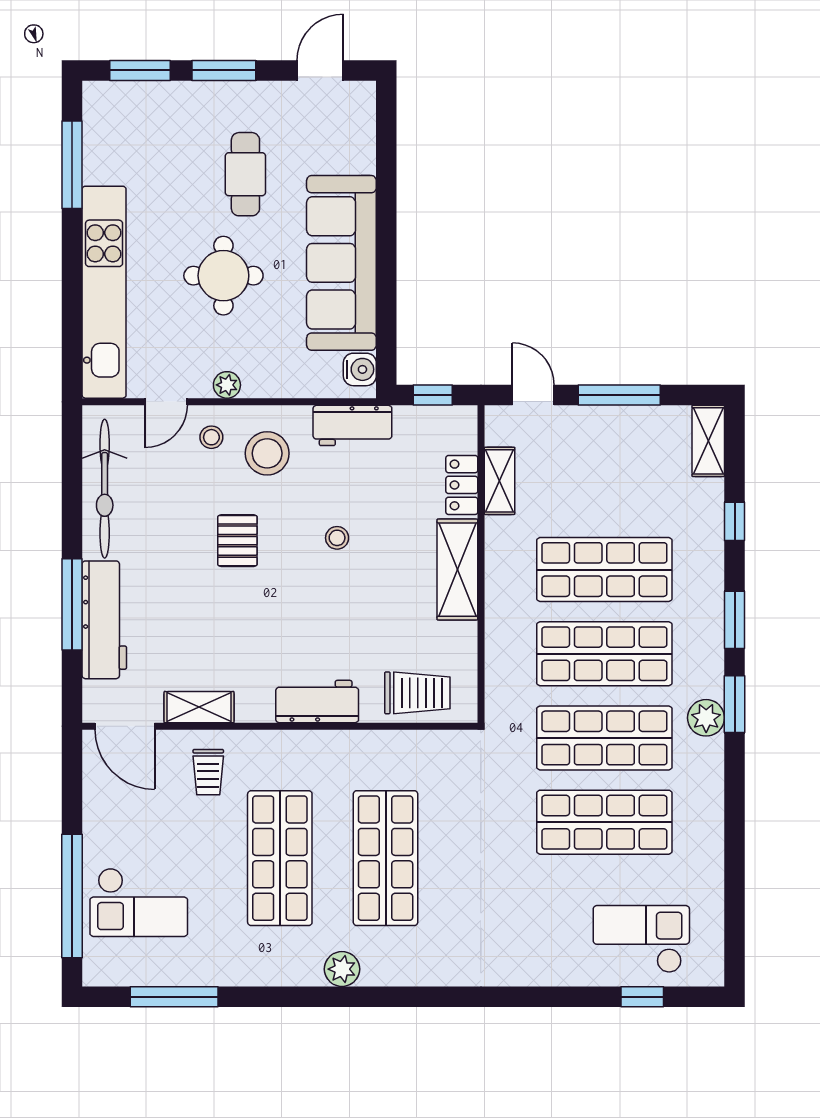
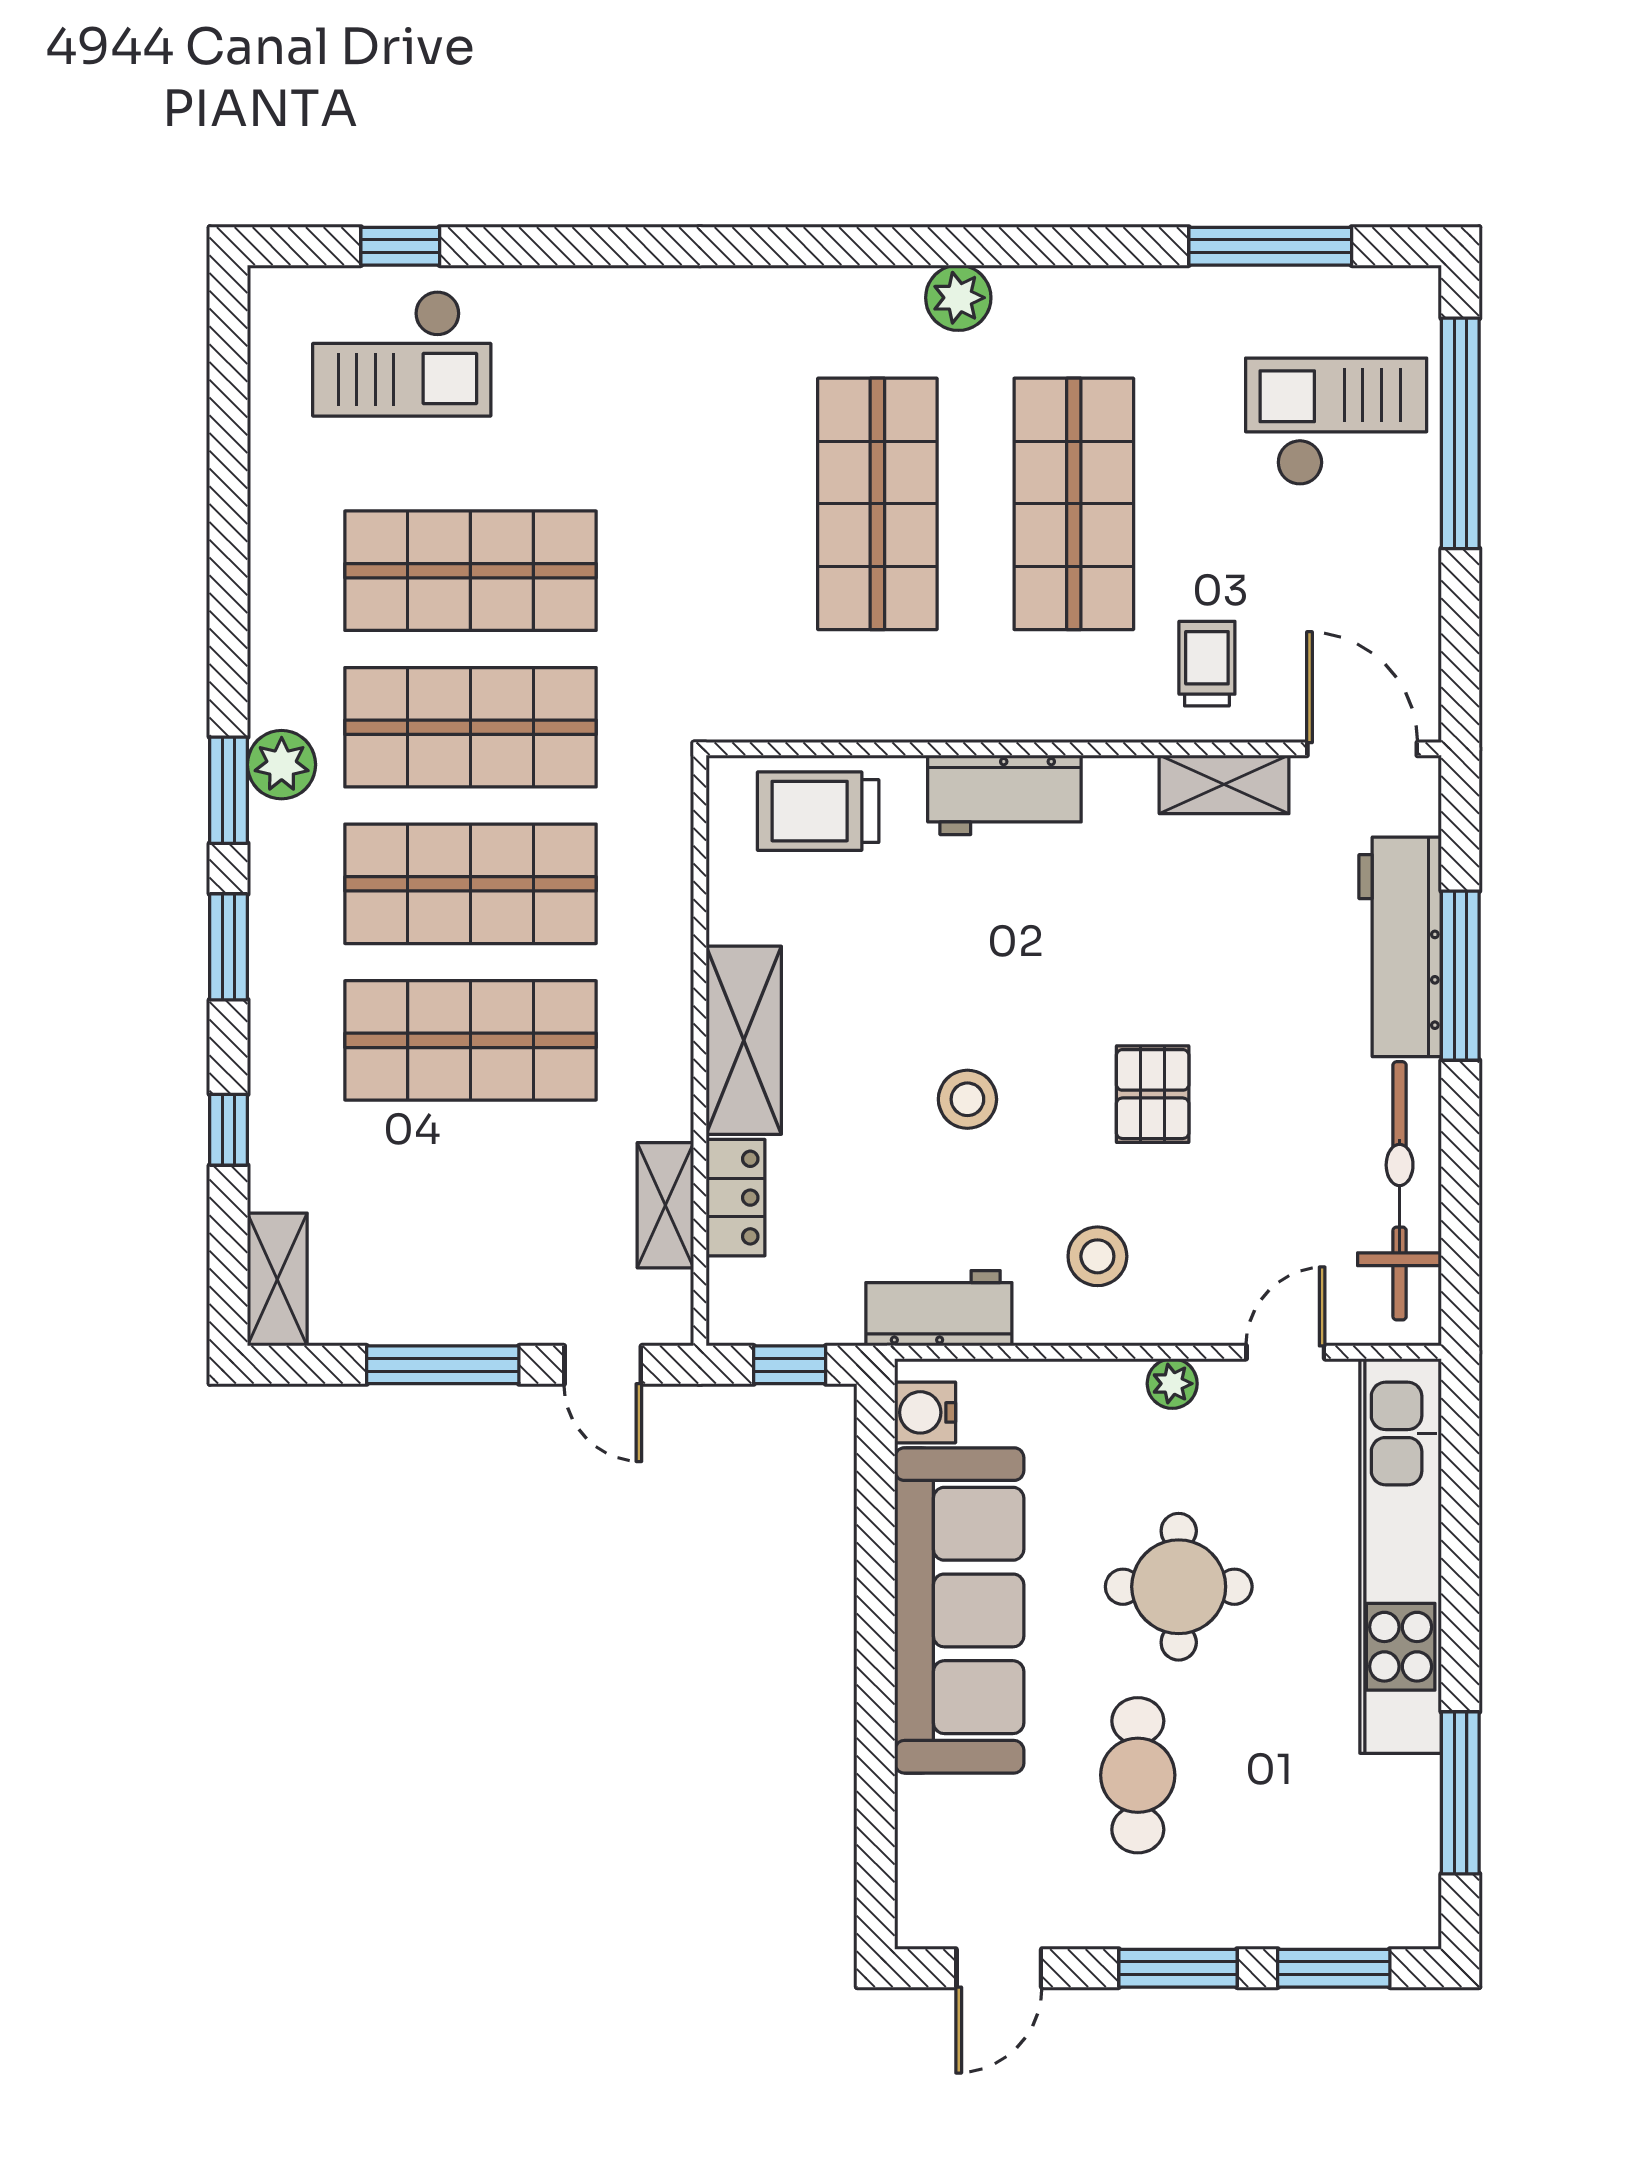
stool: (211, 437) -> (1201, 1286), removed
stool: (267, 453) -> (1097, 1256), width x0.73, depth x0.73
stool: (337, 538) -> (967, 1099), width x1.37, depth x1.37

